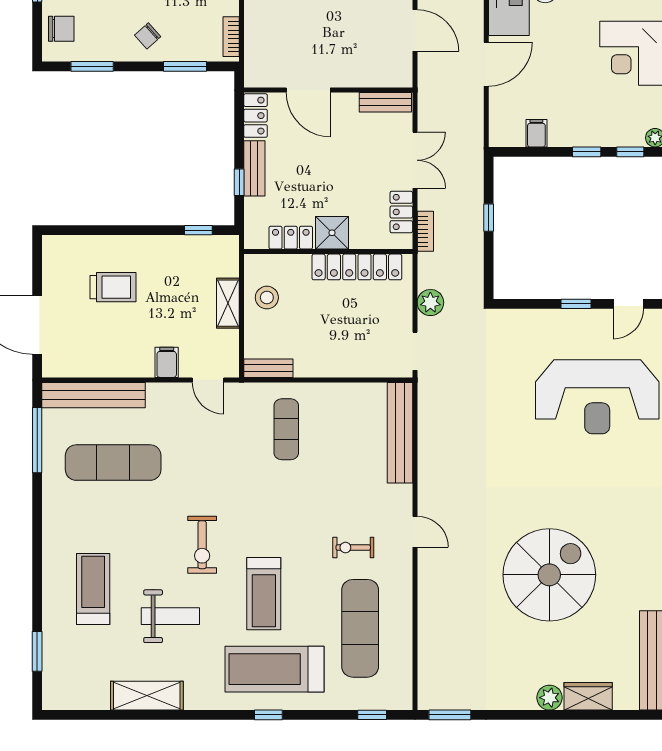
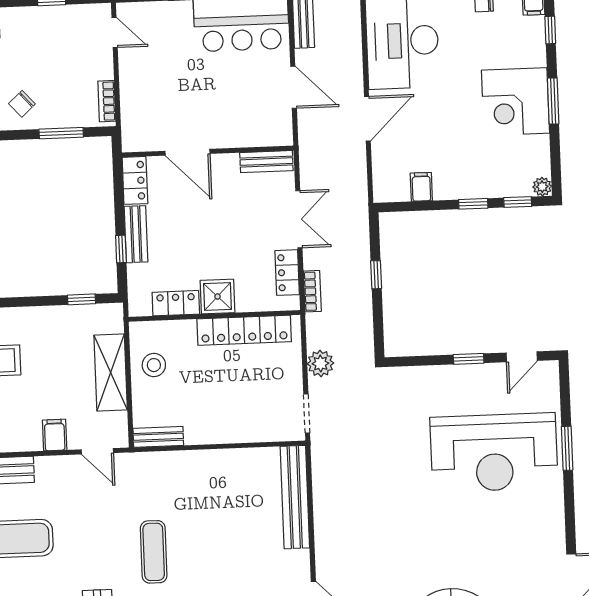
shelving: (228, 303) -> (111, 372), width x1.50, depth x1.33
exercise mat: (286, 429) -> (154, 552), moved

